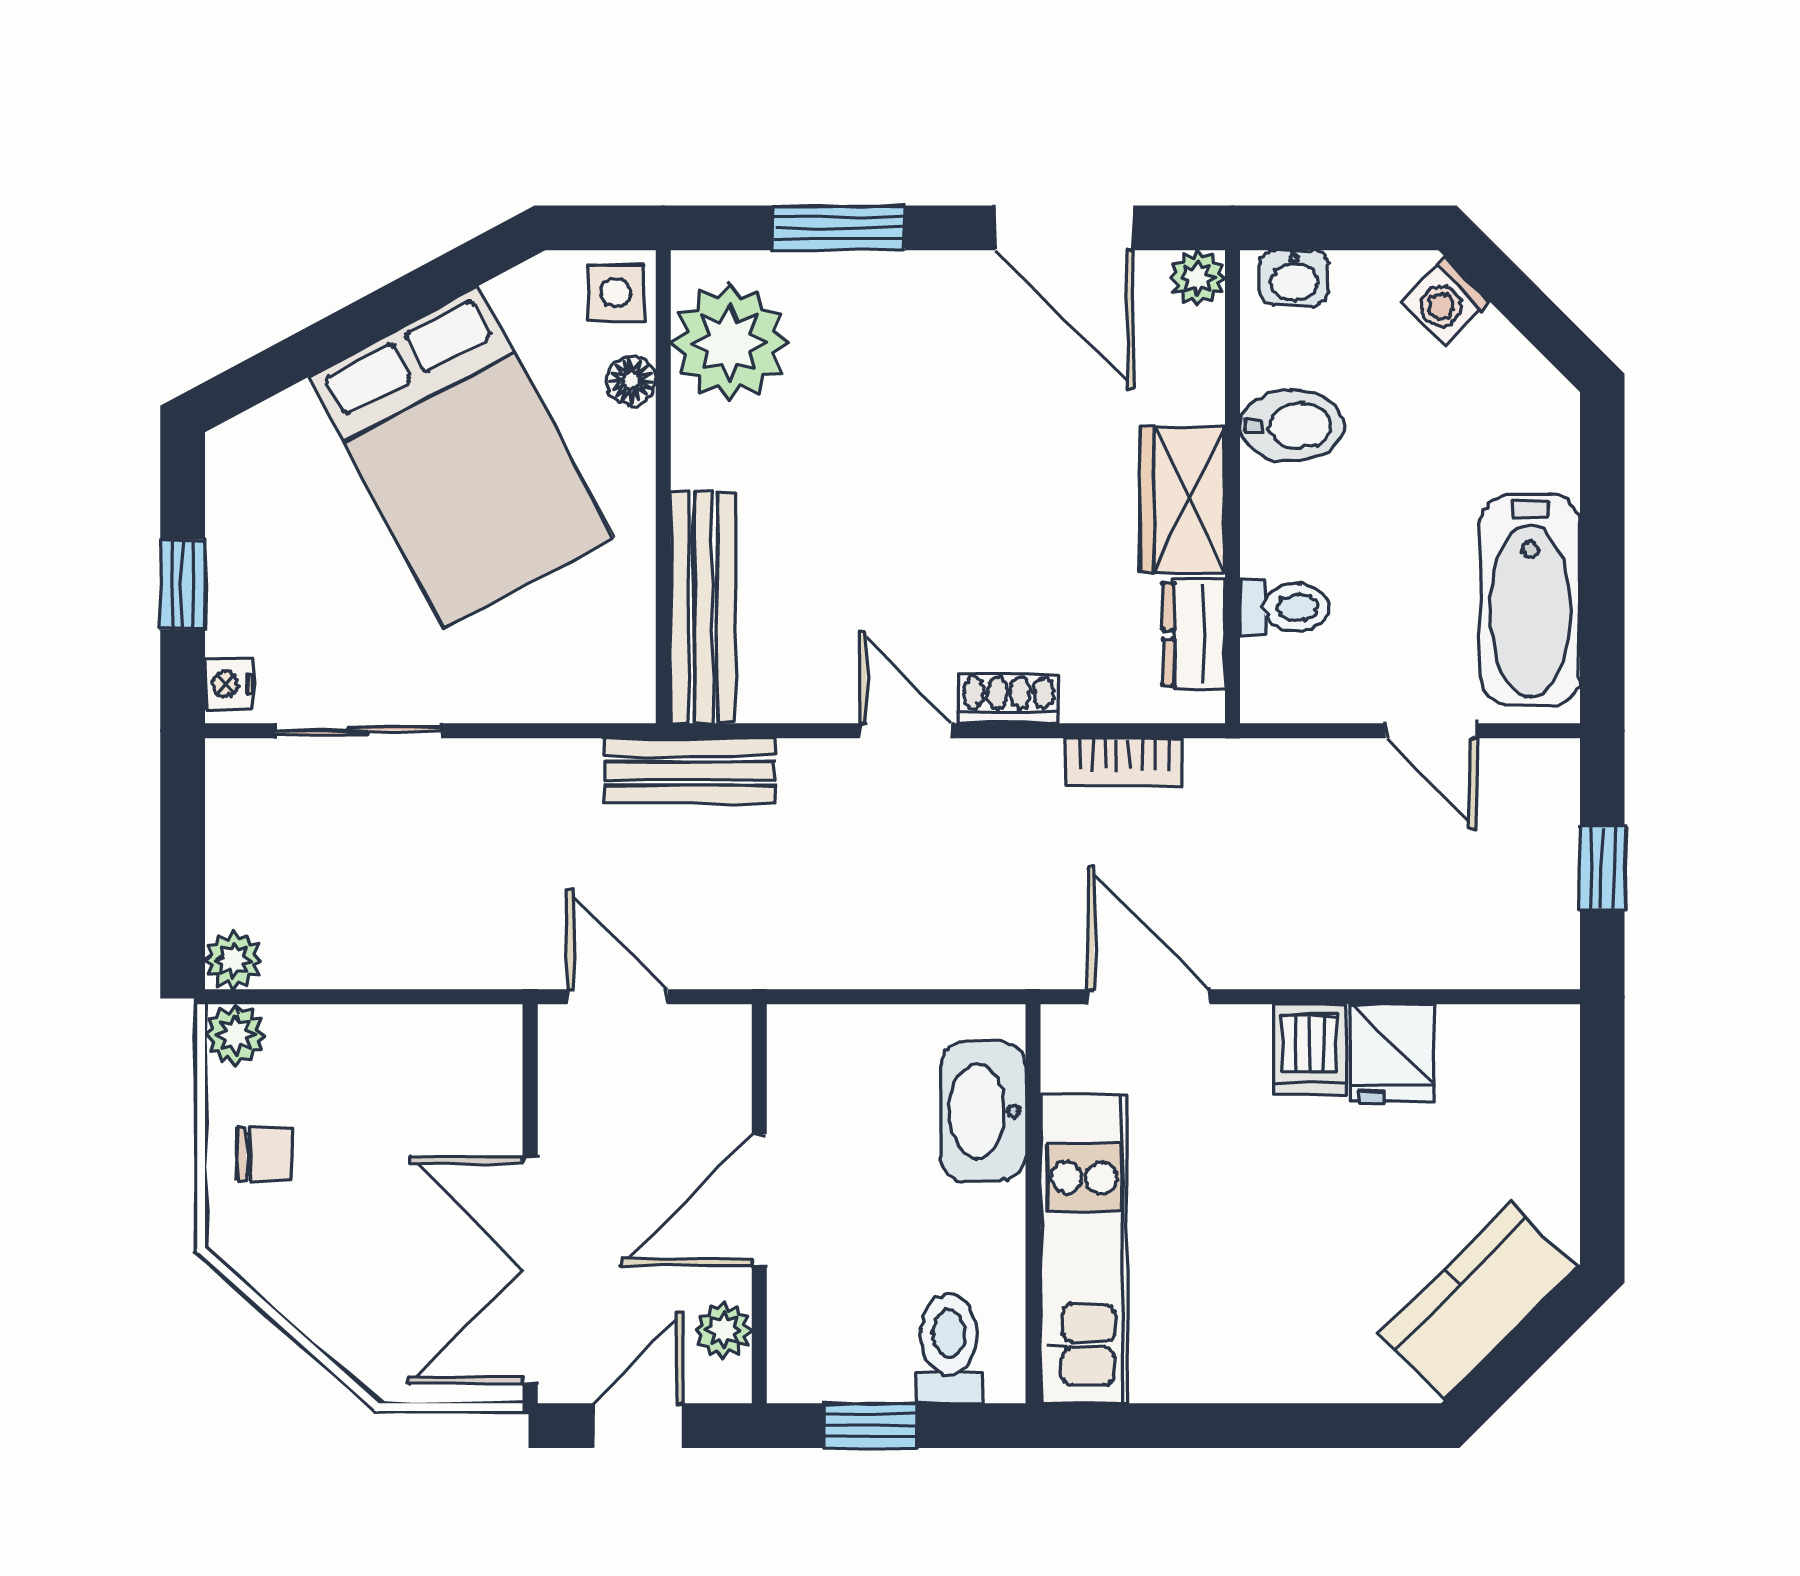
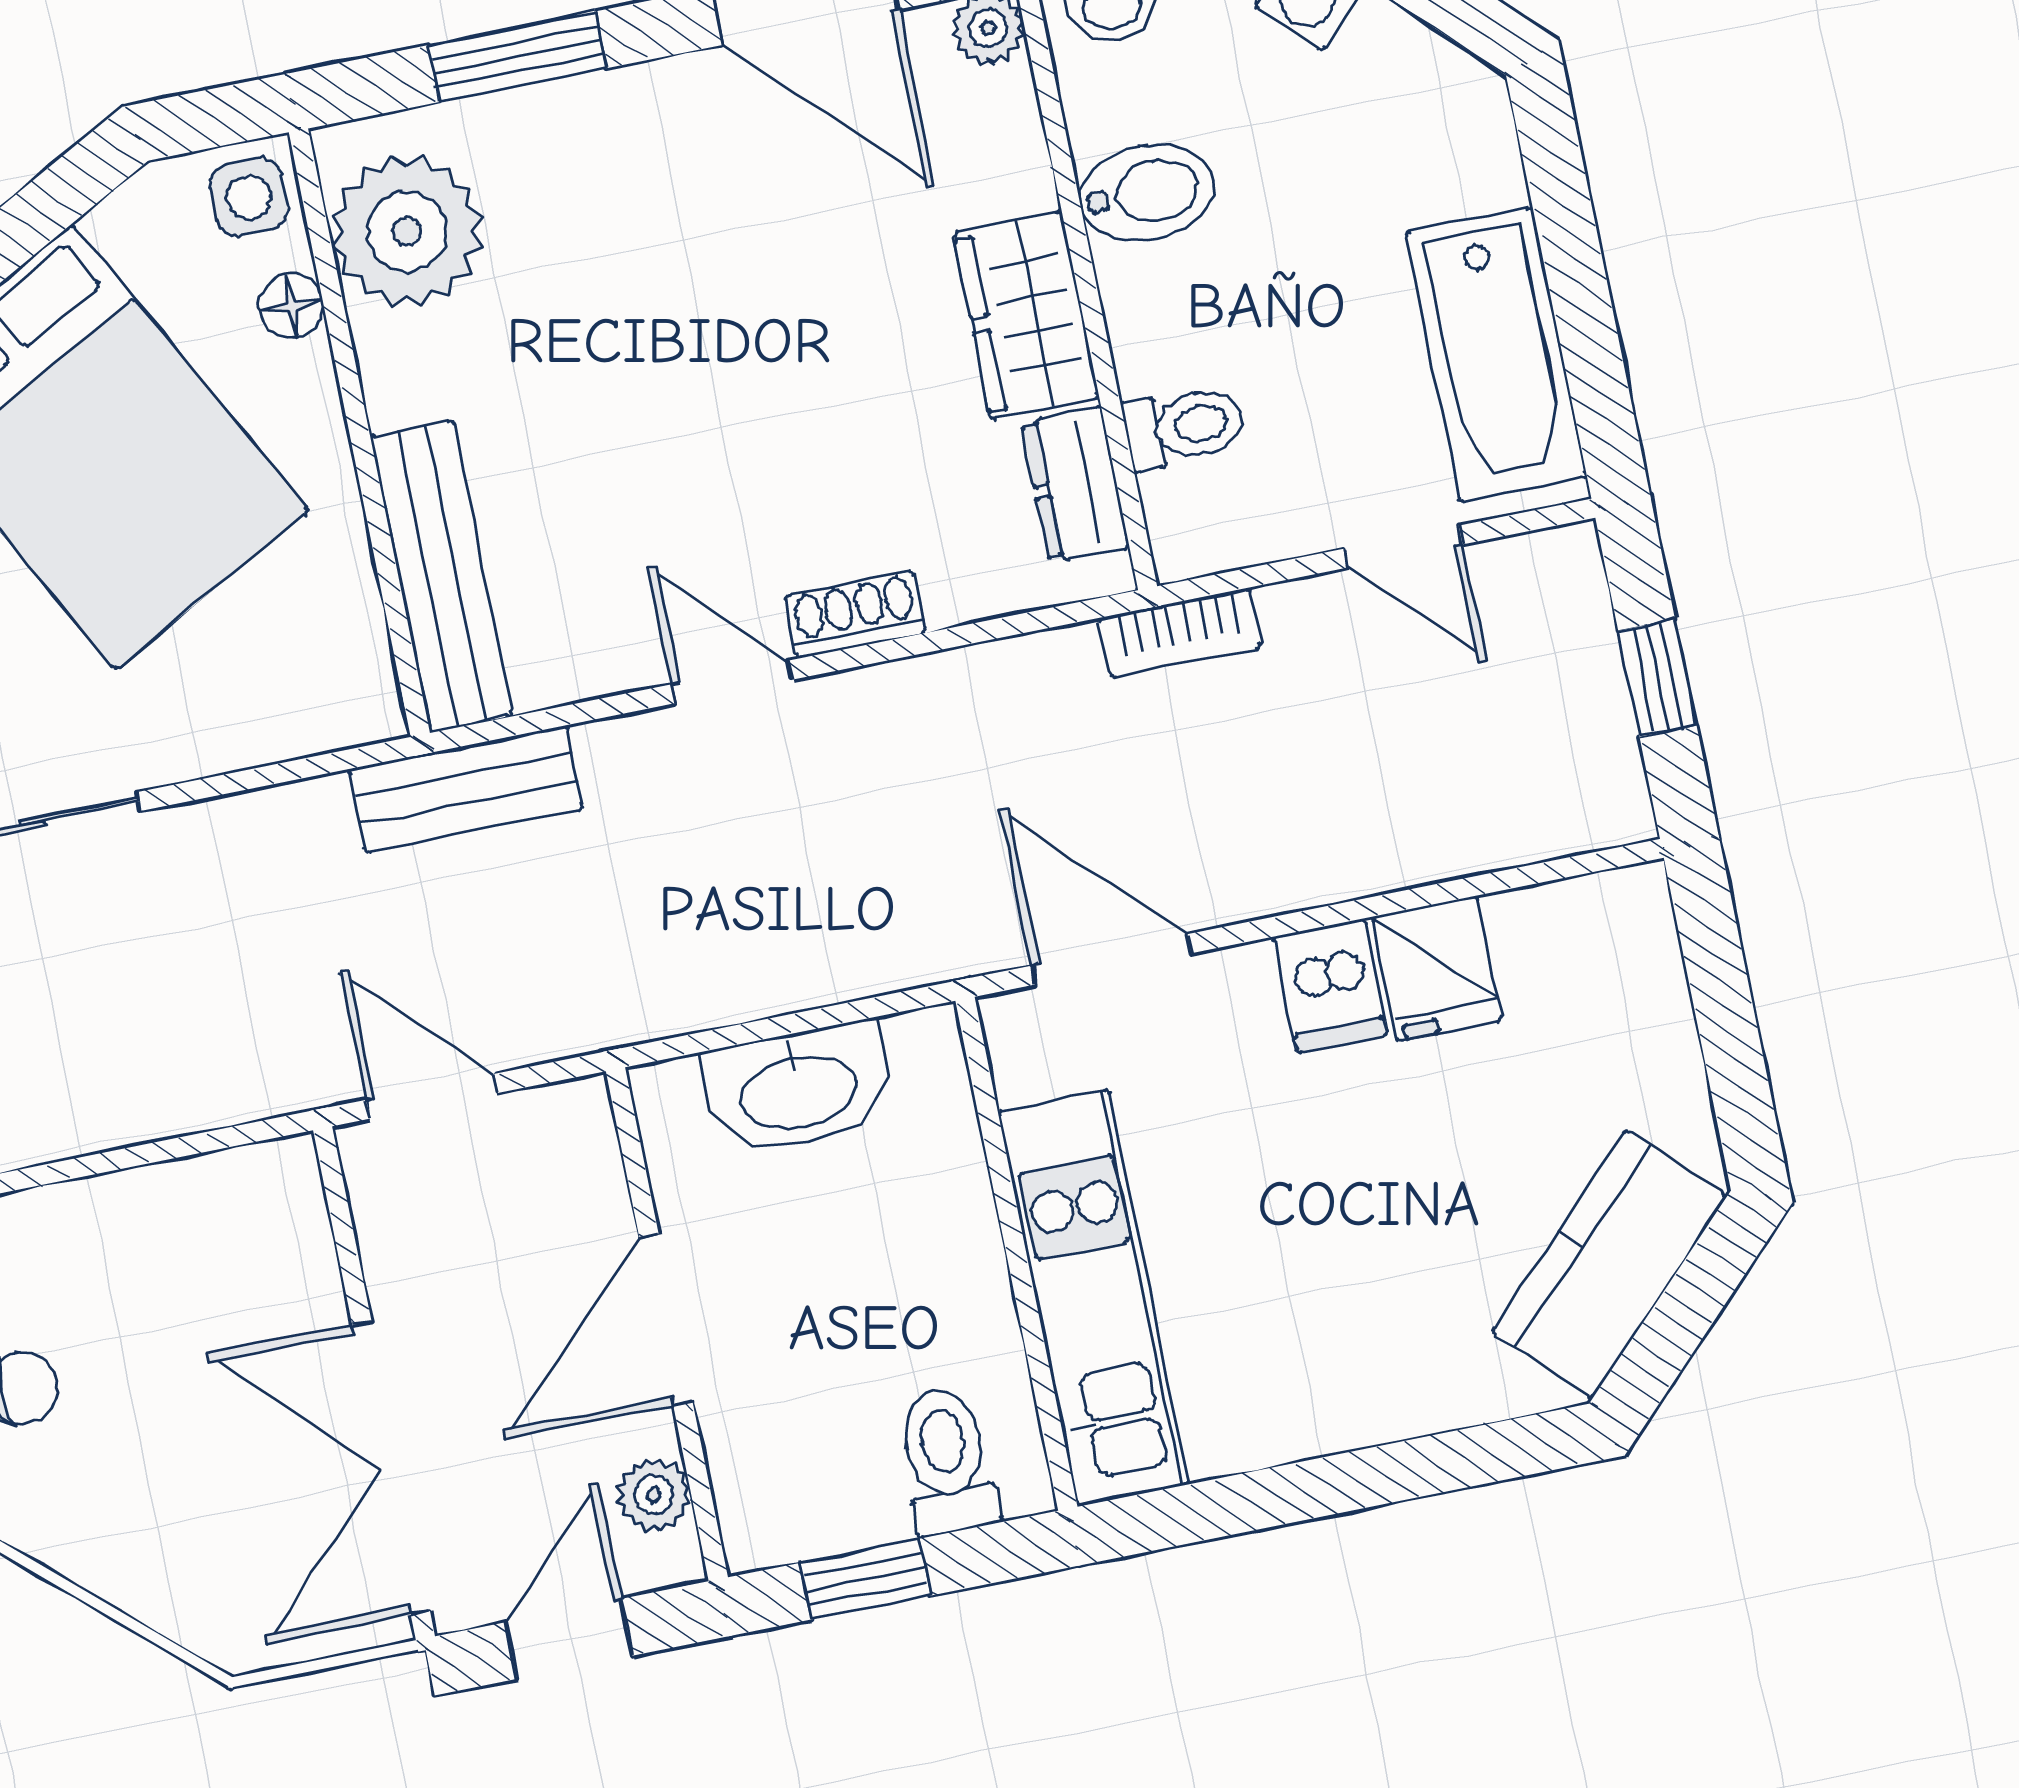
bookcase: (1124, 762) -> (1180, 633), moved
washbasin: (983, 1111) -> (798, 1089), moved, turned -90

